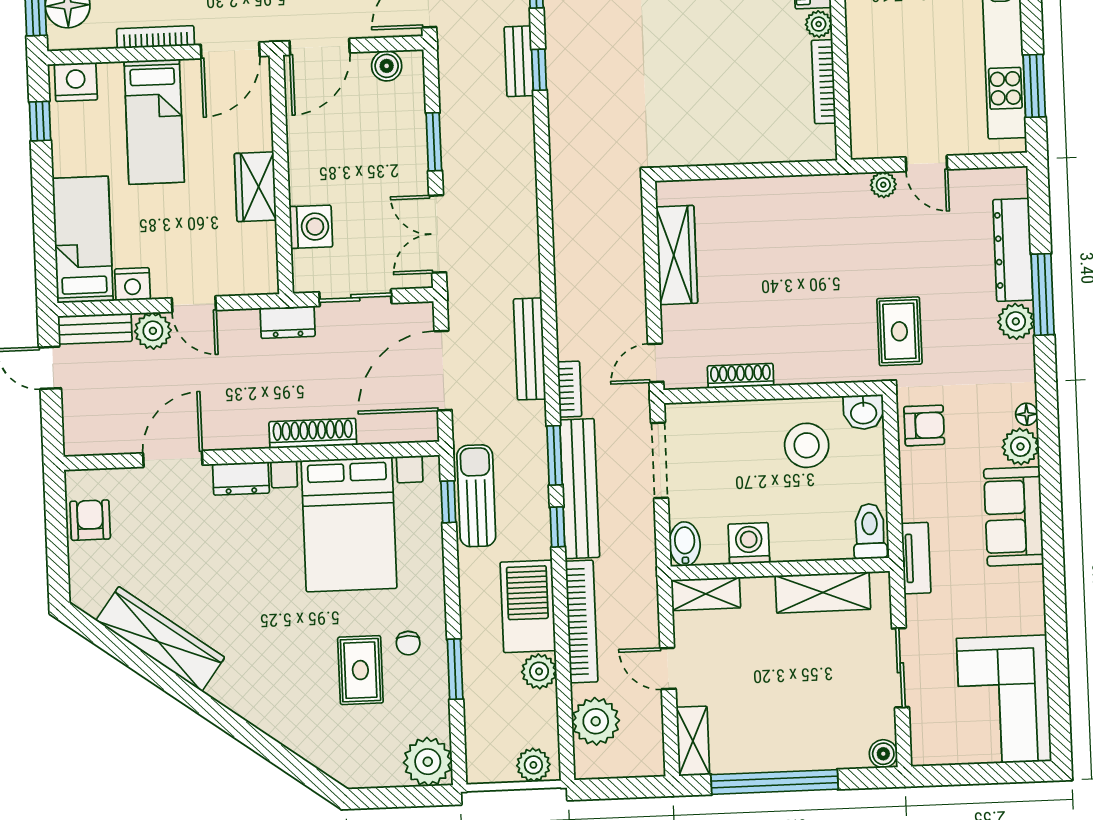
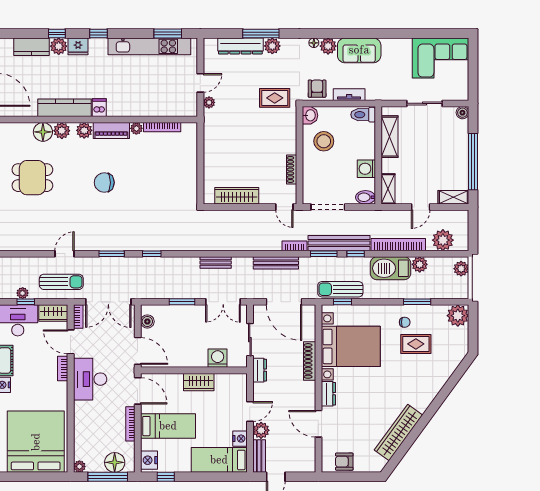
bench: (519, 61) -> (216, 263), moved
tv unit: (916, 558) -> (349, 95), moved

